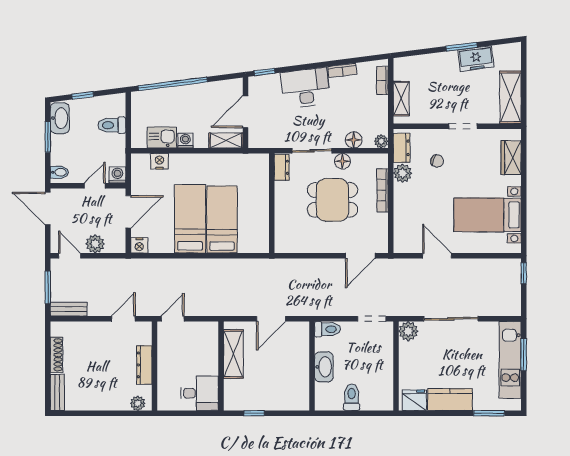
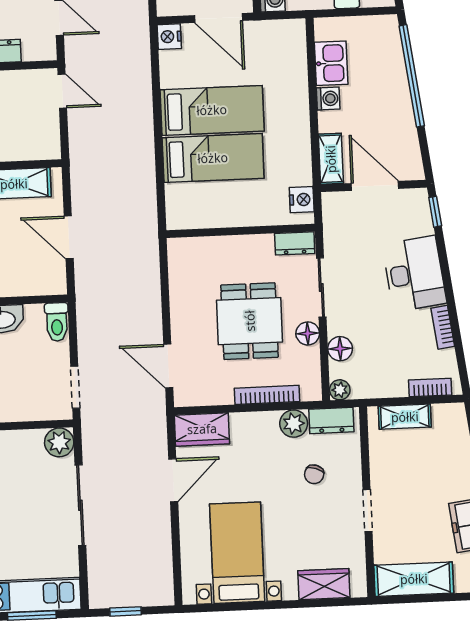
nightstand: (160, 161) -> (302, 200), moved
wardrobe: (404, 235) -> (202, 429), added
window: (524, 273) -> (126, 611), moved

